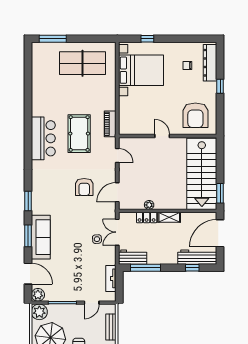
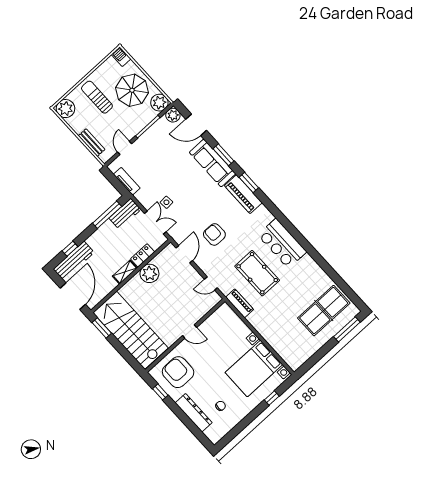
table tennis table: (83, 63) -> (324, 311), moved
dresser: (210, 63) -> (194, 413), moved
window: (220, 86) -> (160, 392), moved
piano: (39, 196) -> (243, 194), added
plant: (149, 205) -> (149, 273), width x1.87, depth x1.87

